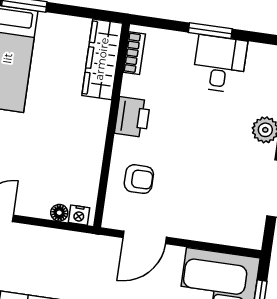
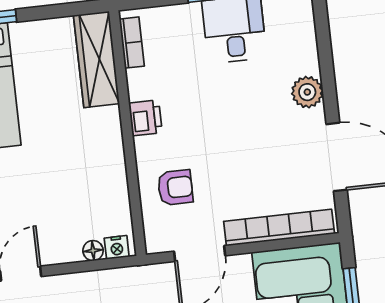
printer: (132, 117) -> (145, 118), width x0.73, depth x0.81
bookcase: (214, 233) -> (279, 228), added

